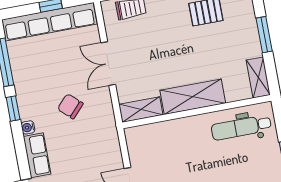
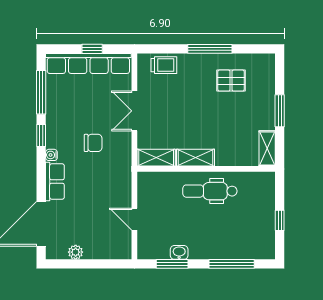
shelving: (193, 97) -> (196, 158), width x0.67, depth x0.75
chair: (70, 106) -> (93, 143), turned 137
dental chair: (241, 127) -> (210, 191), moved

